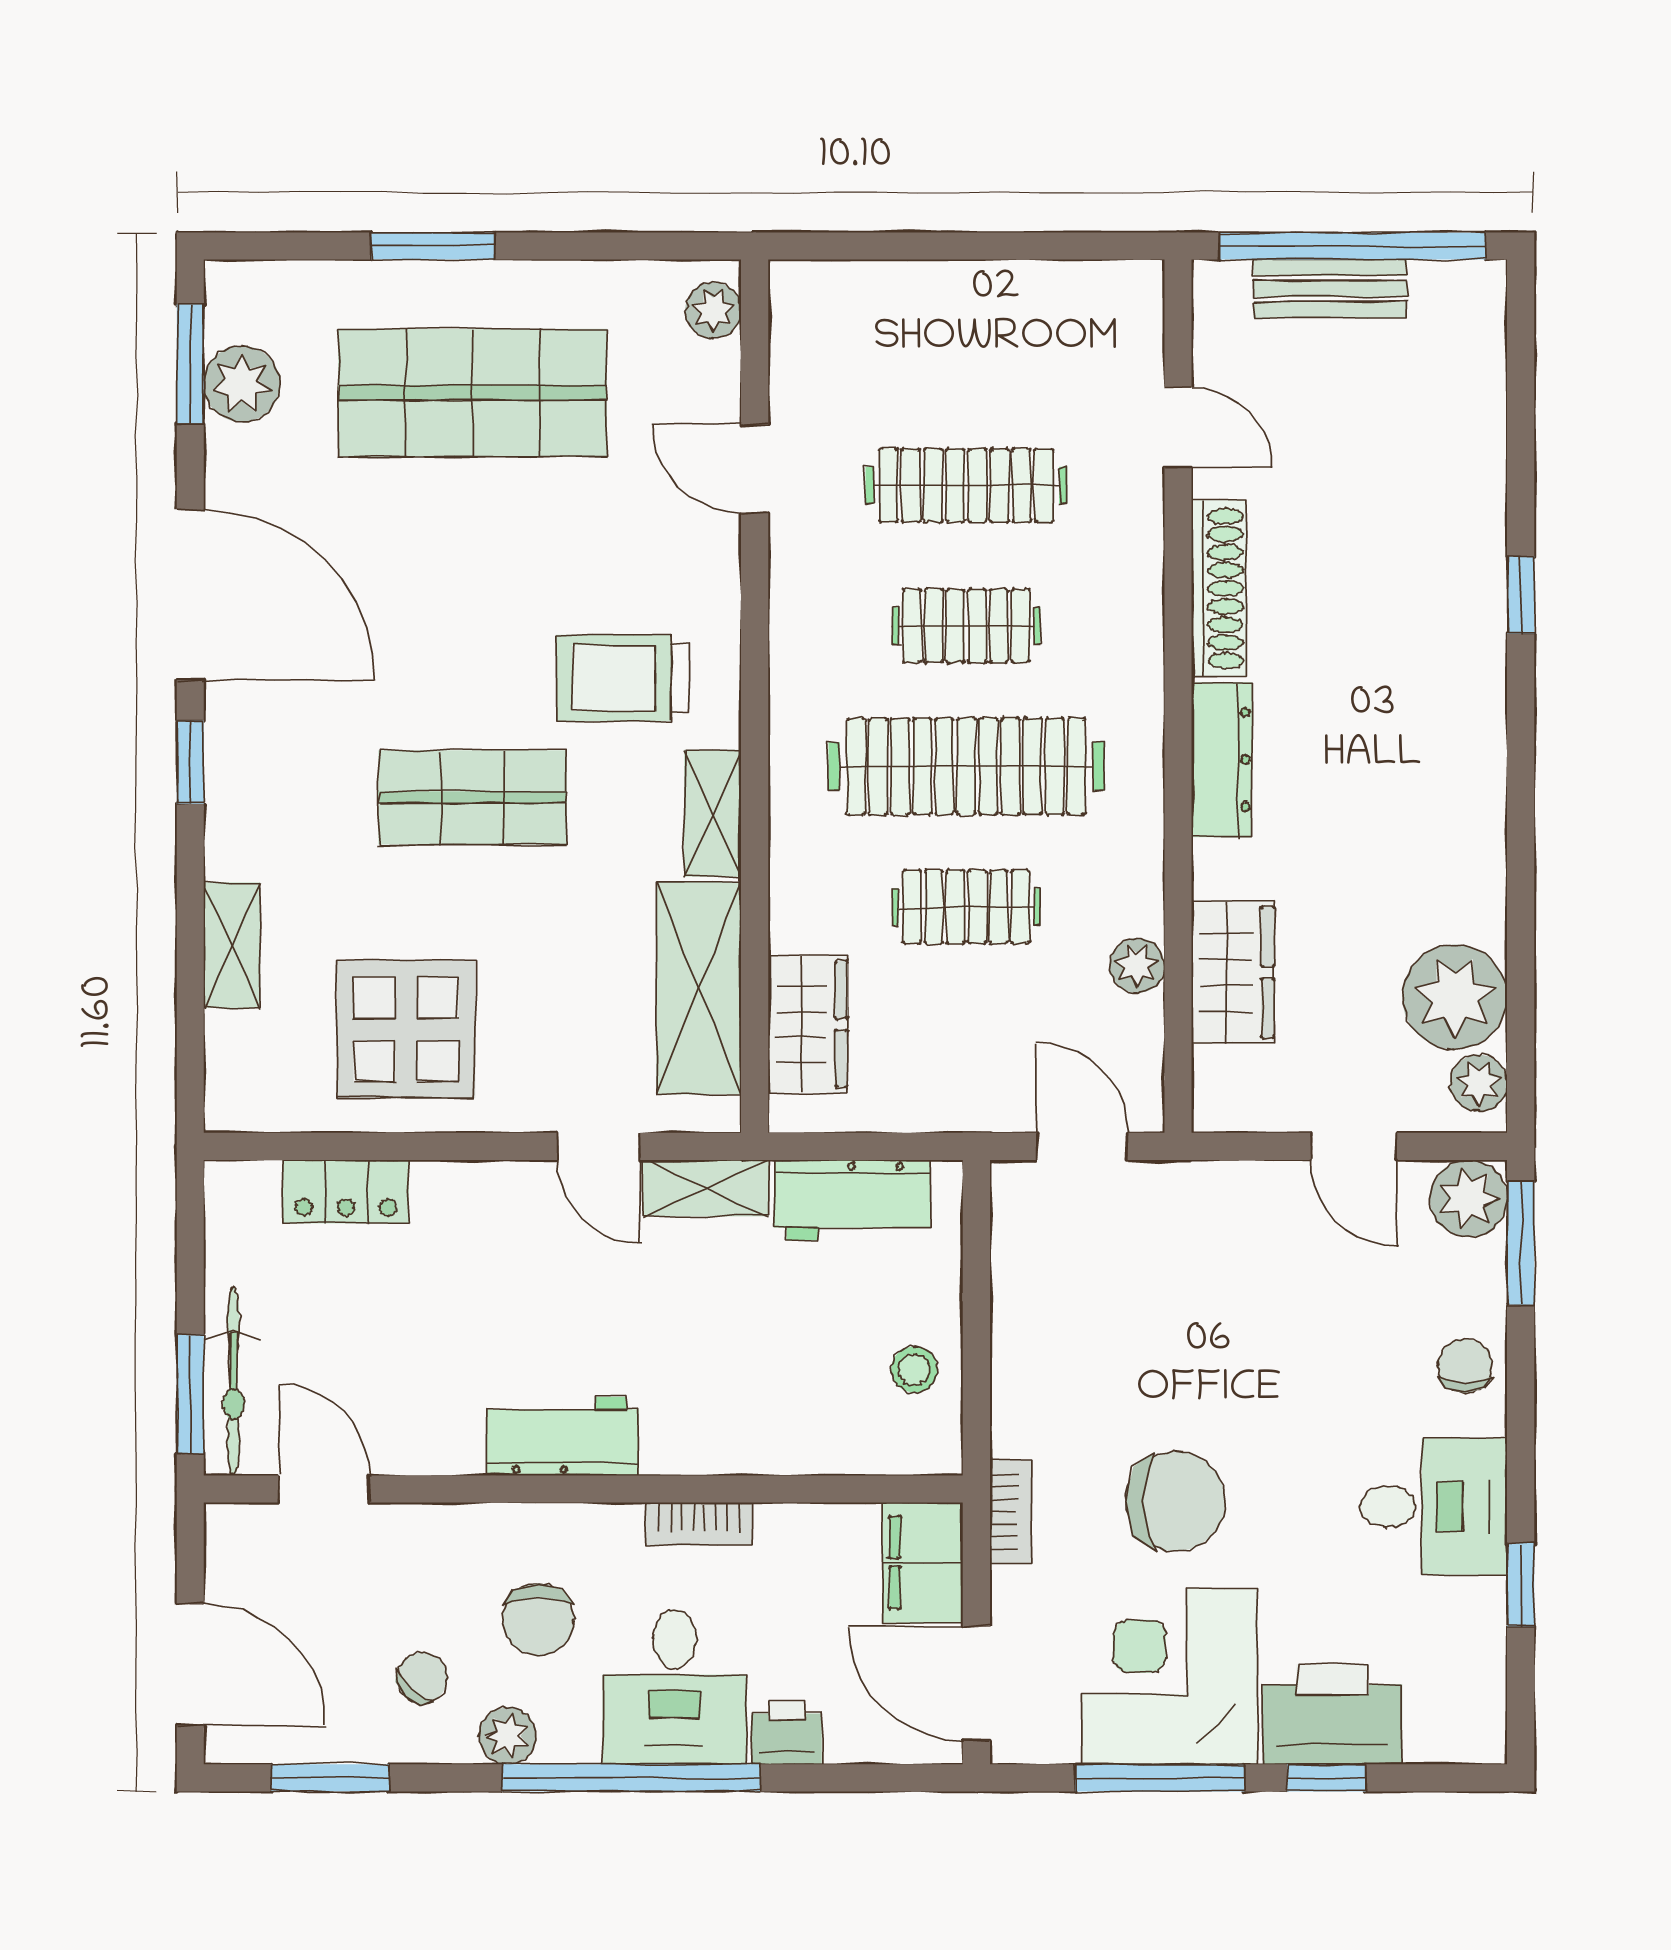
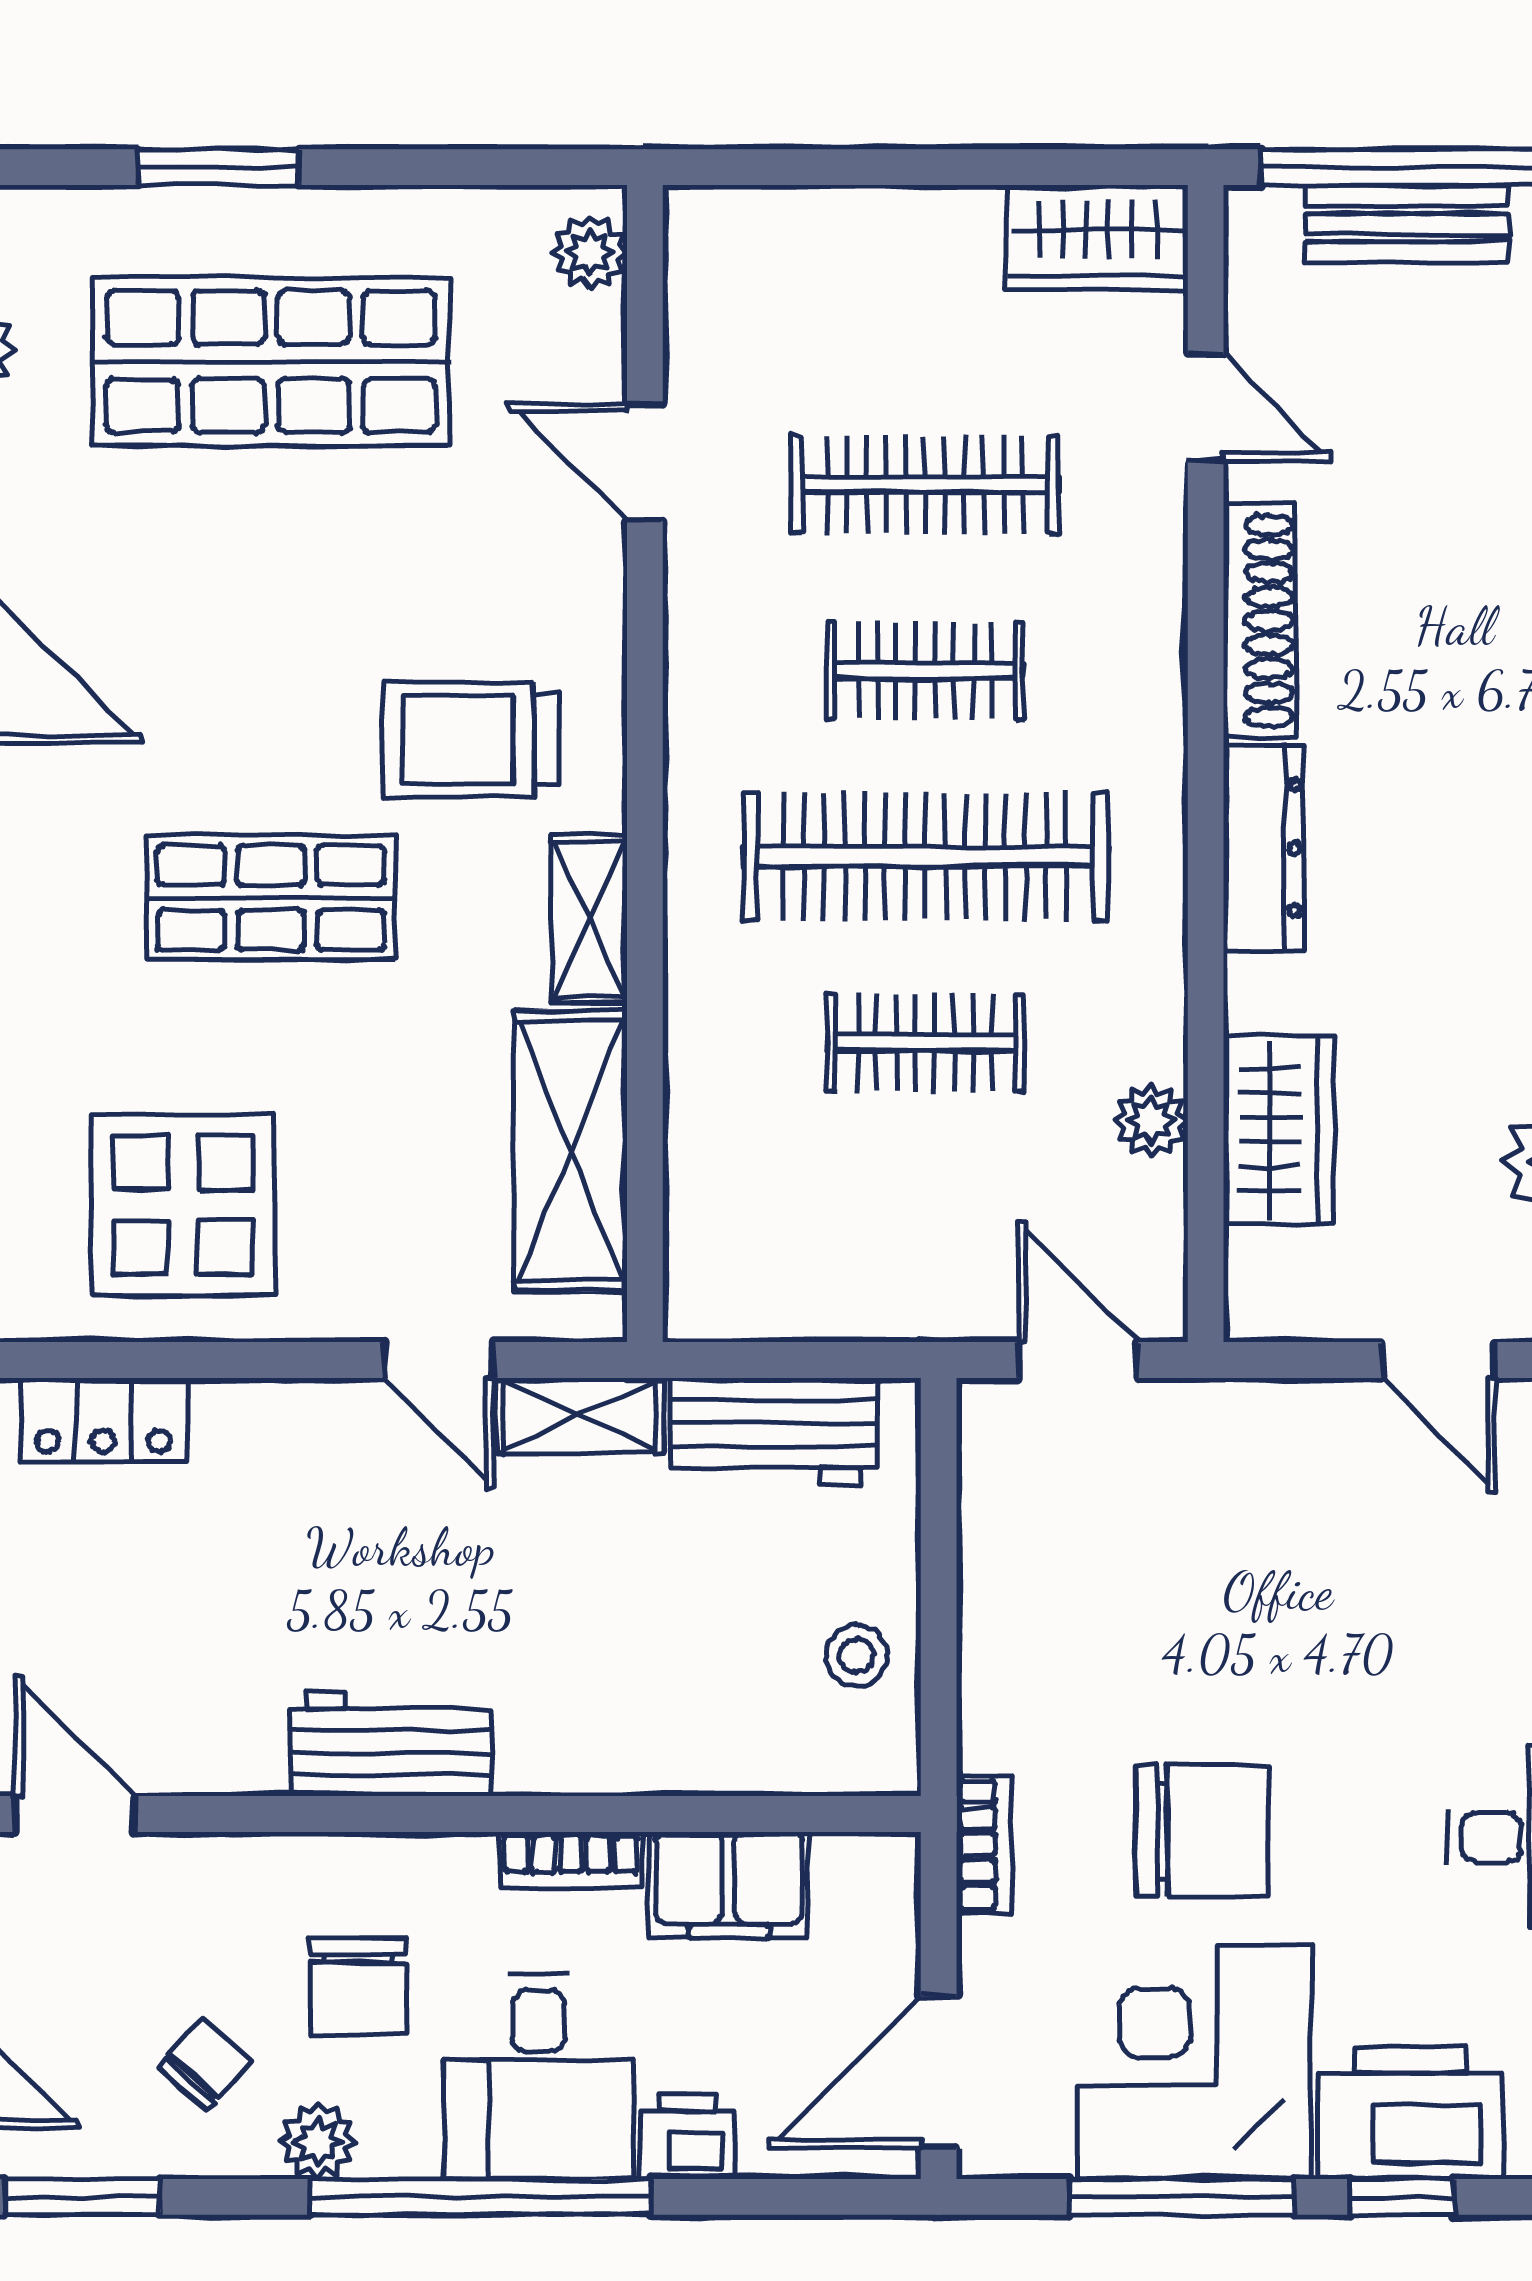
wardrobe: (808, 1024) -> (1097, 238), moved, turned 90
filing cabinet: (923, 1563) -> (729, 1885), moved, turned -90
door: (976, 1684) -> (939, 2072), hinge flipped

